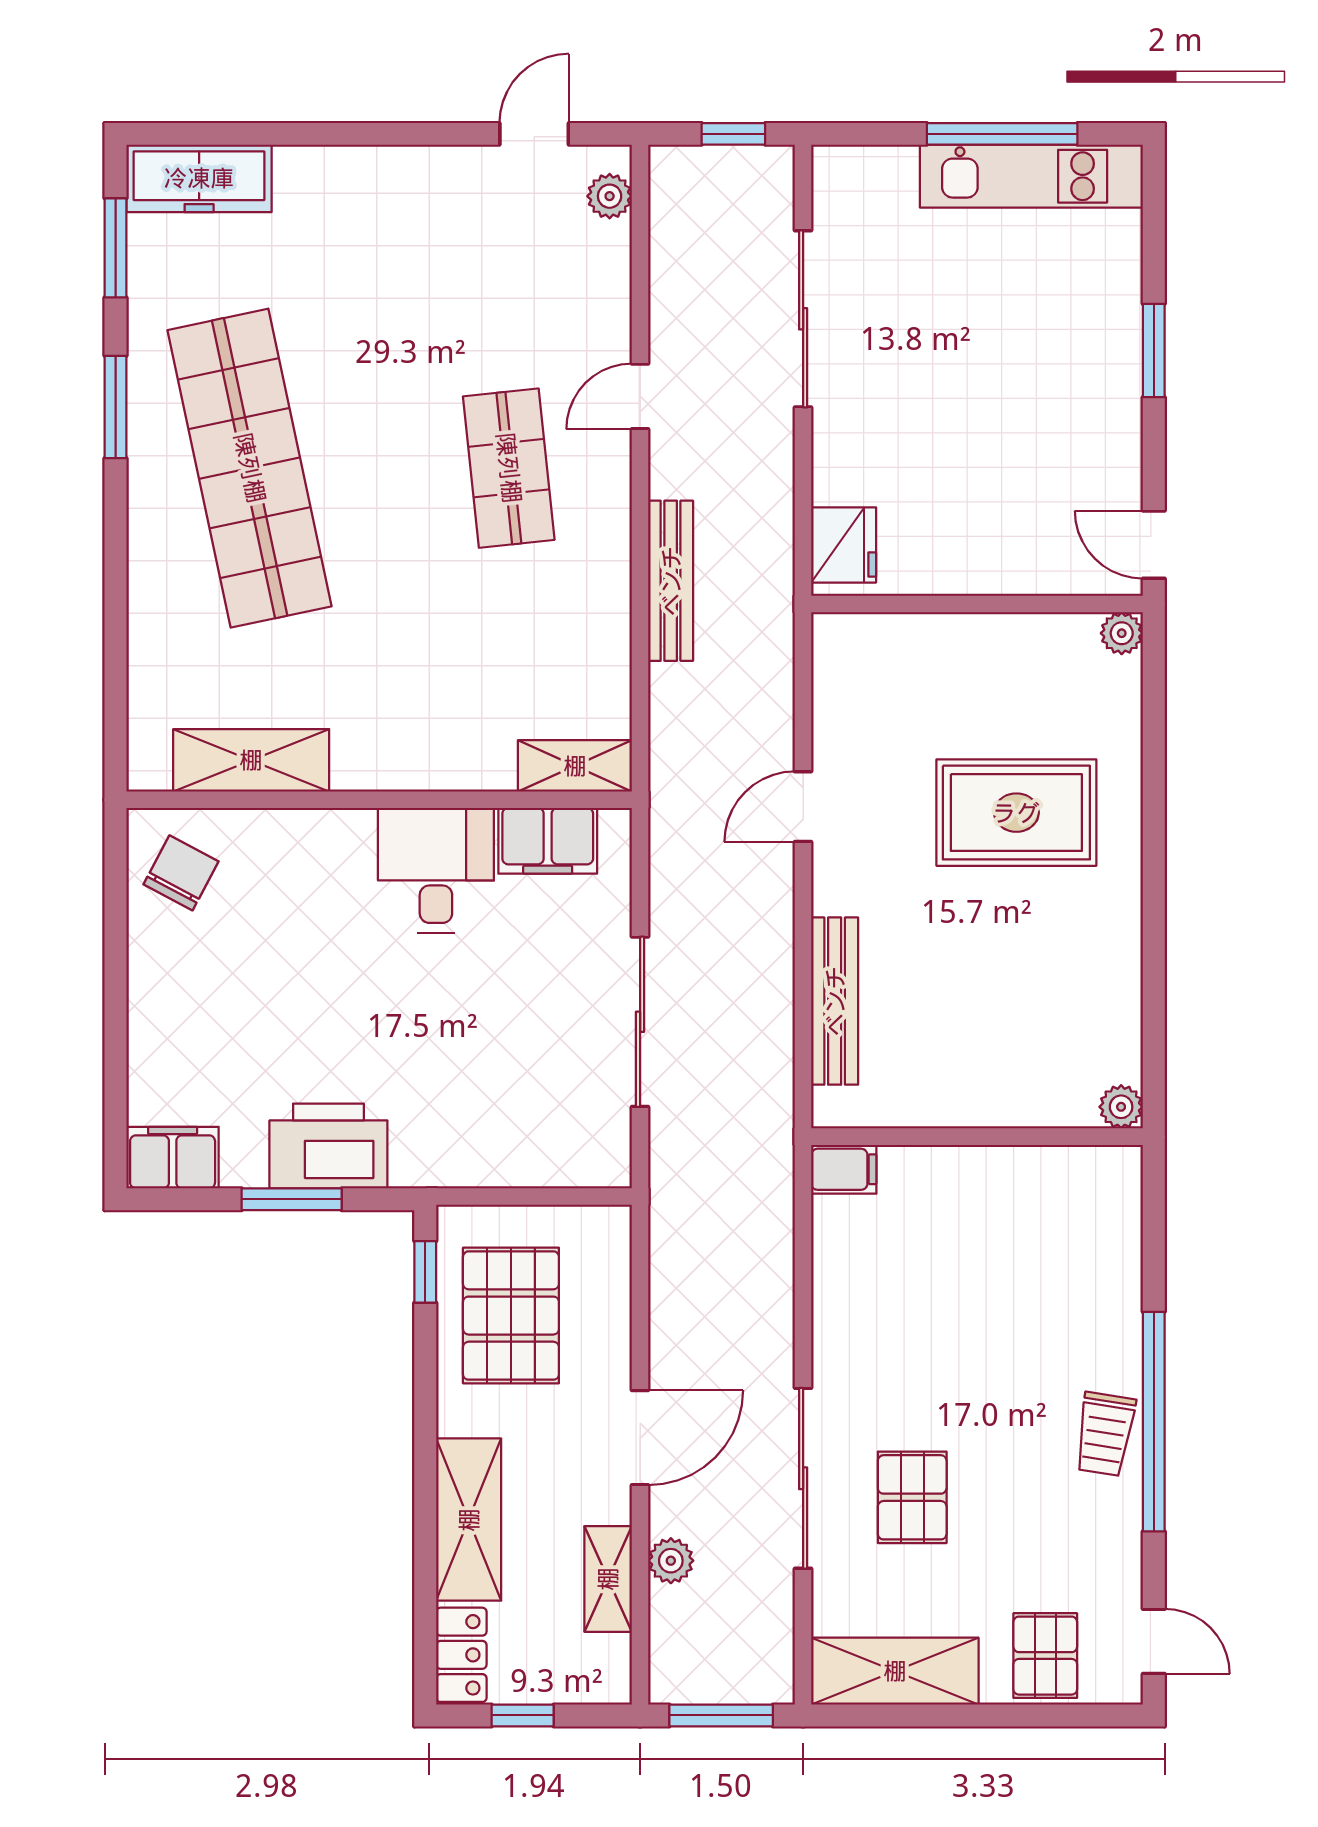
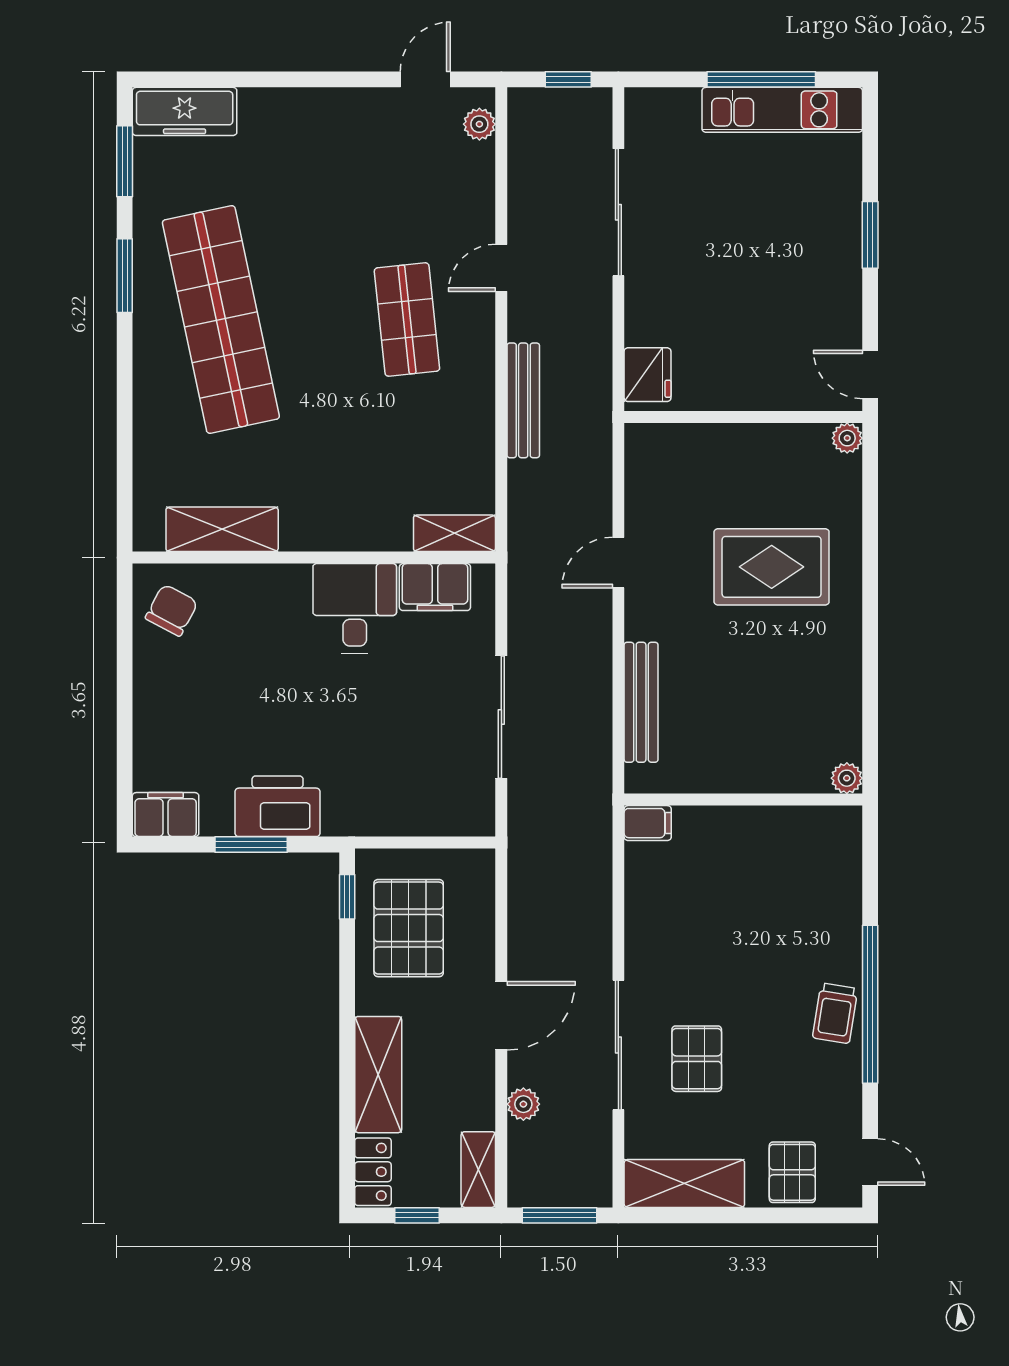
shelving: (608, 1579) -> (478, 1170), moved

